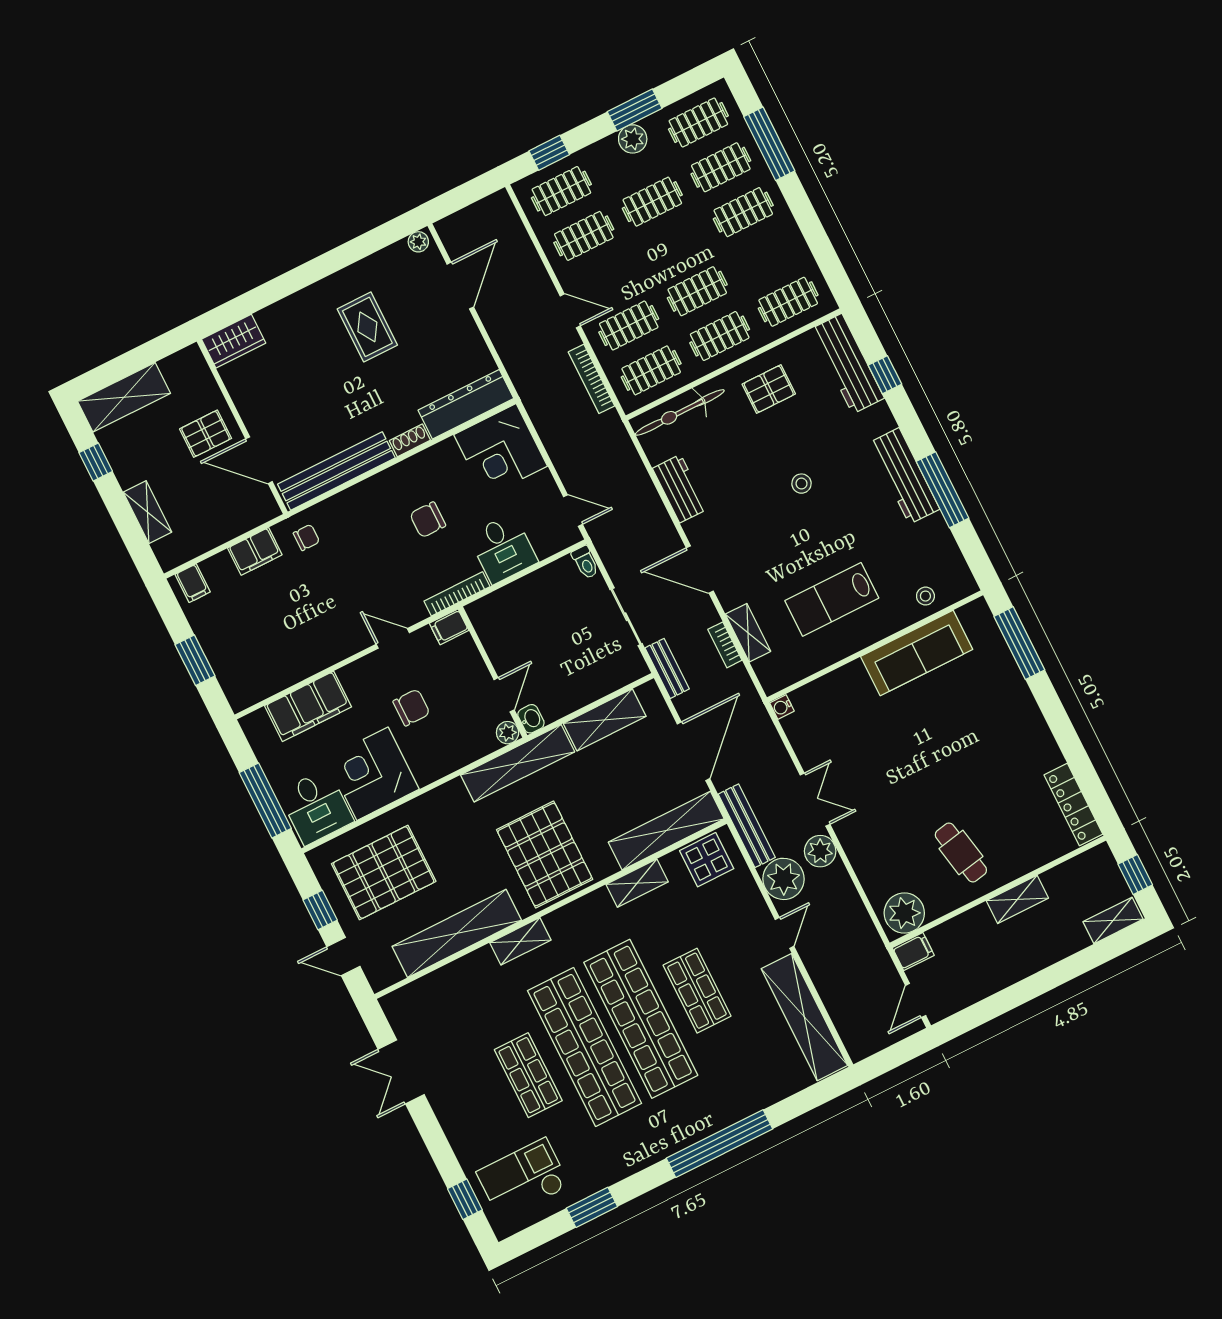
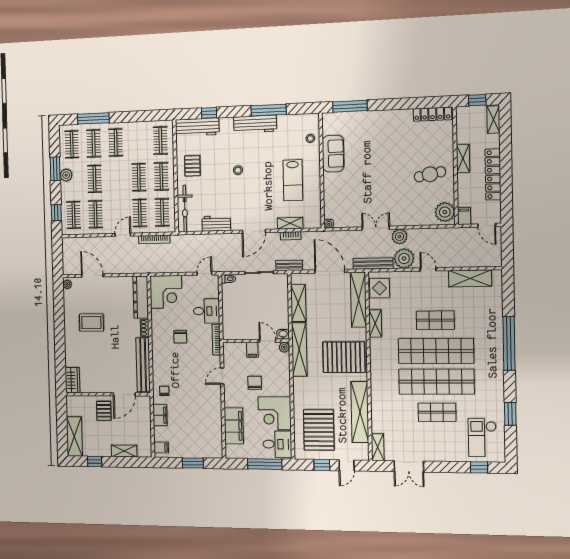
filing cabinet: (449, 627) -> (252, 350), moved
sofa: (917, 653) -> (333, 154), width x0.73
shelving: (520, 941) -> (378, 447), moved
locker: (1013, 968) -> (493, 174), added
shelving: (804, 1017) -> (470, 278), width x0.68

